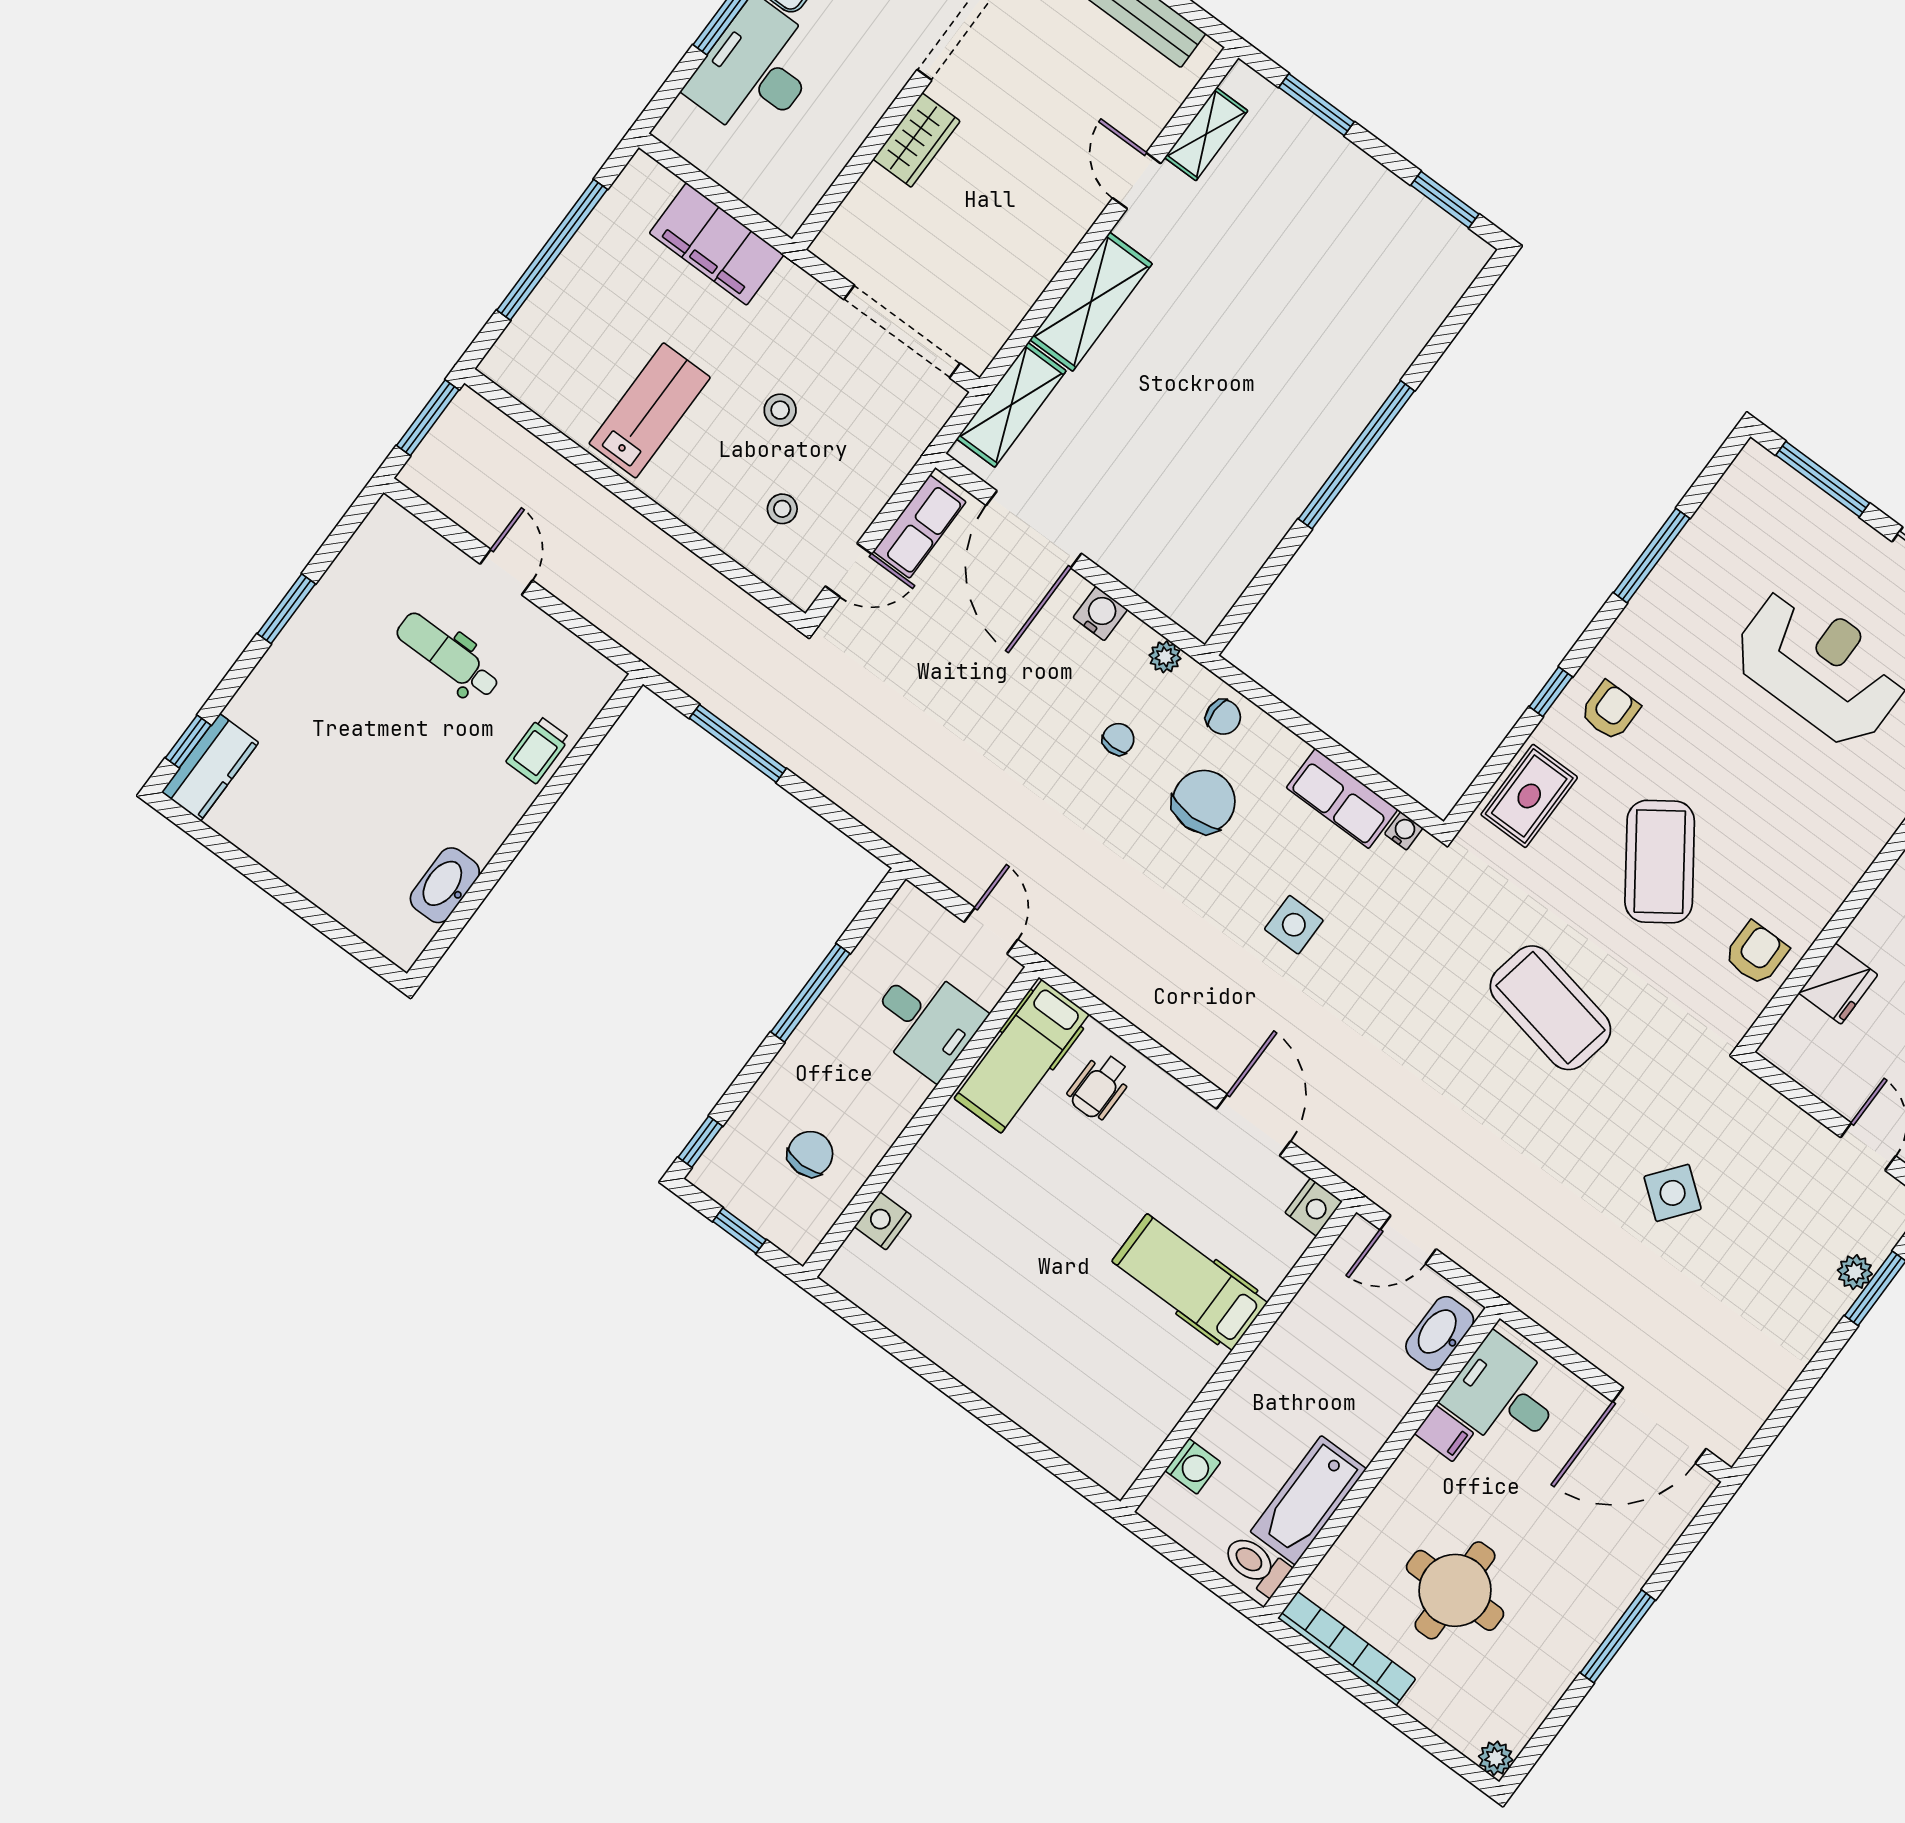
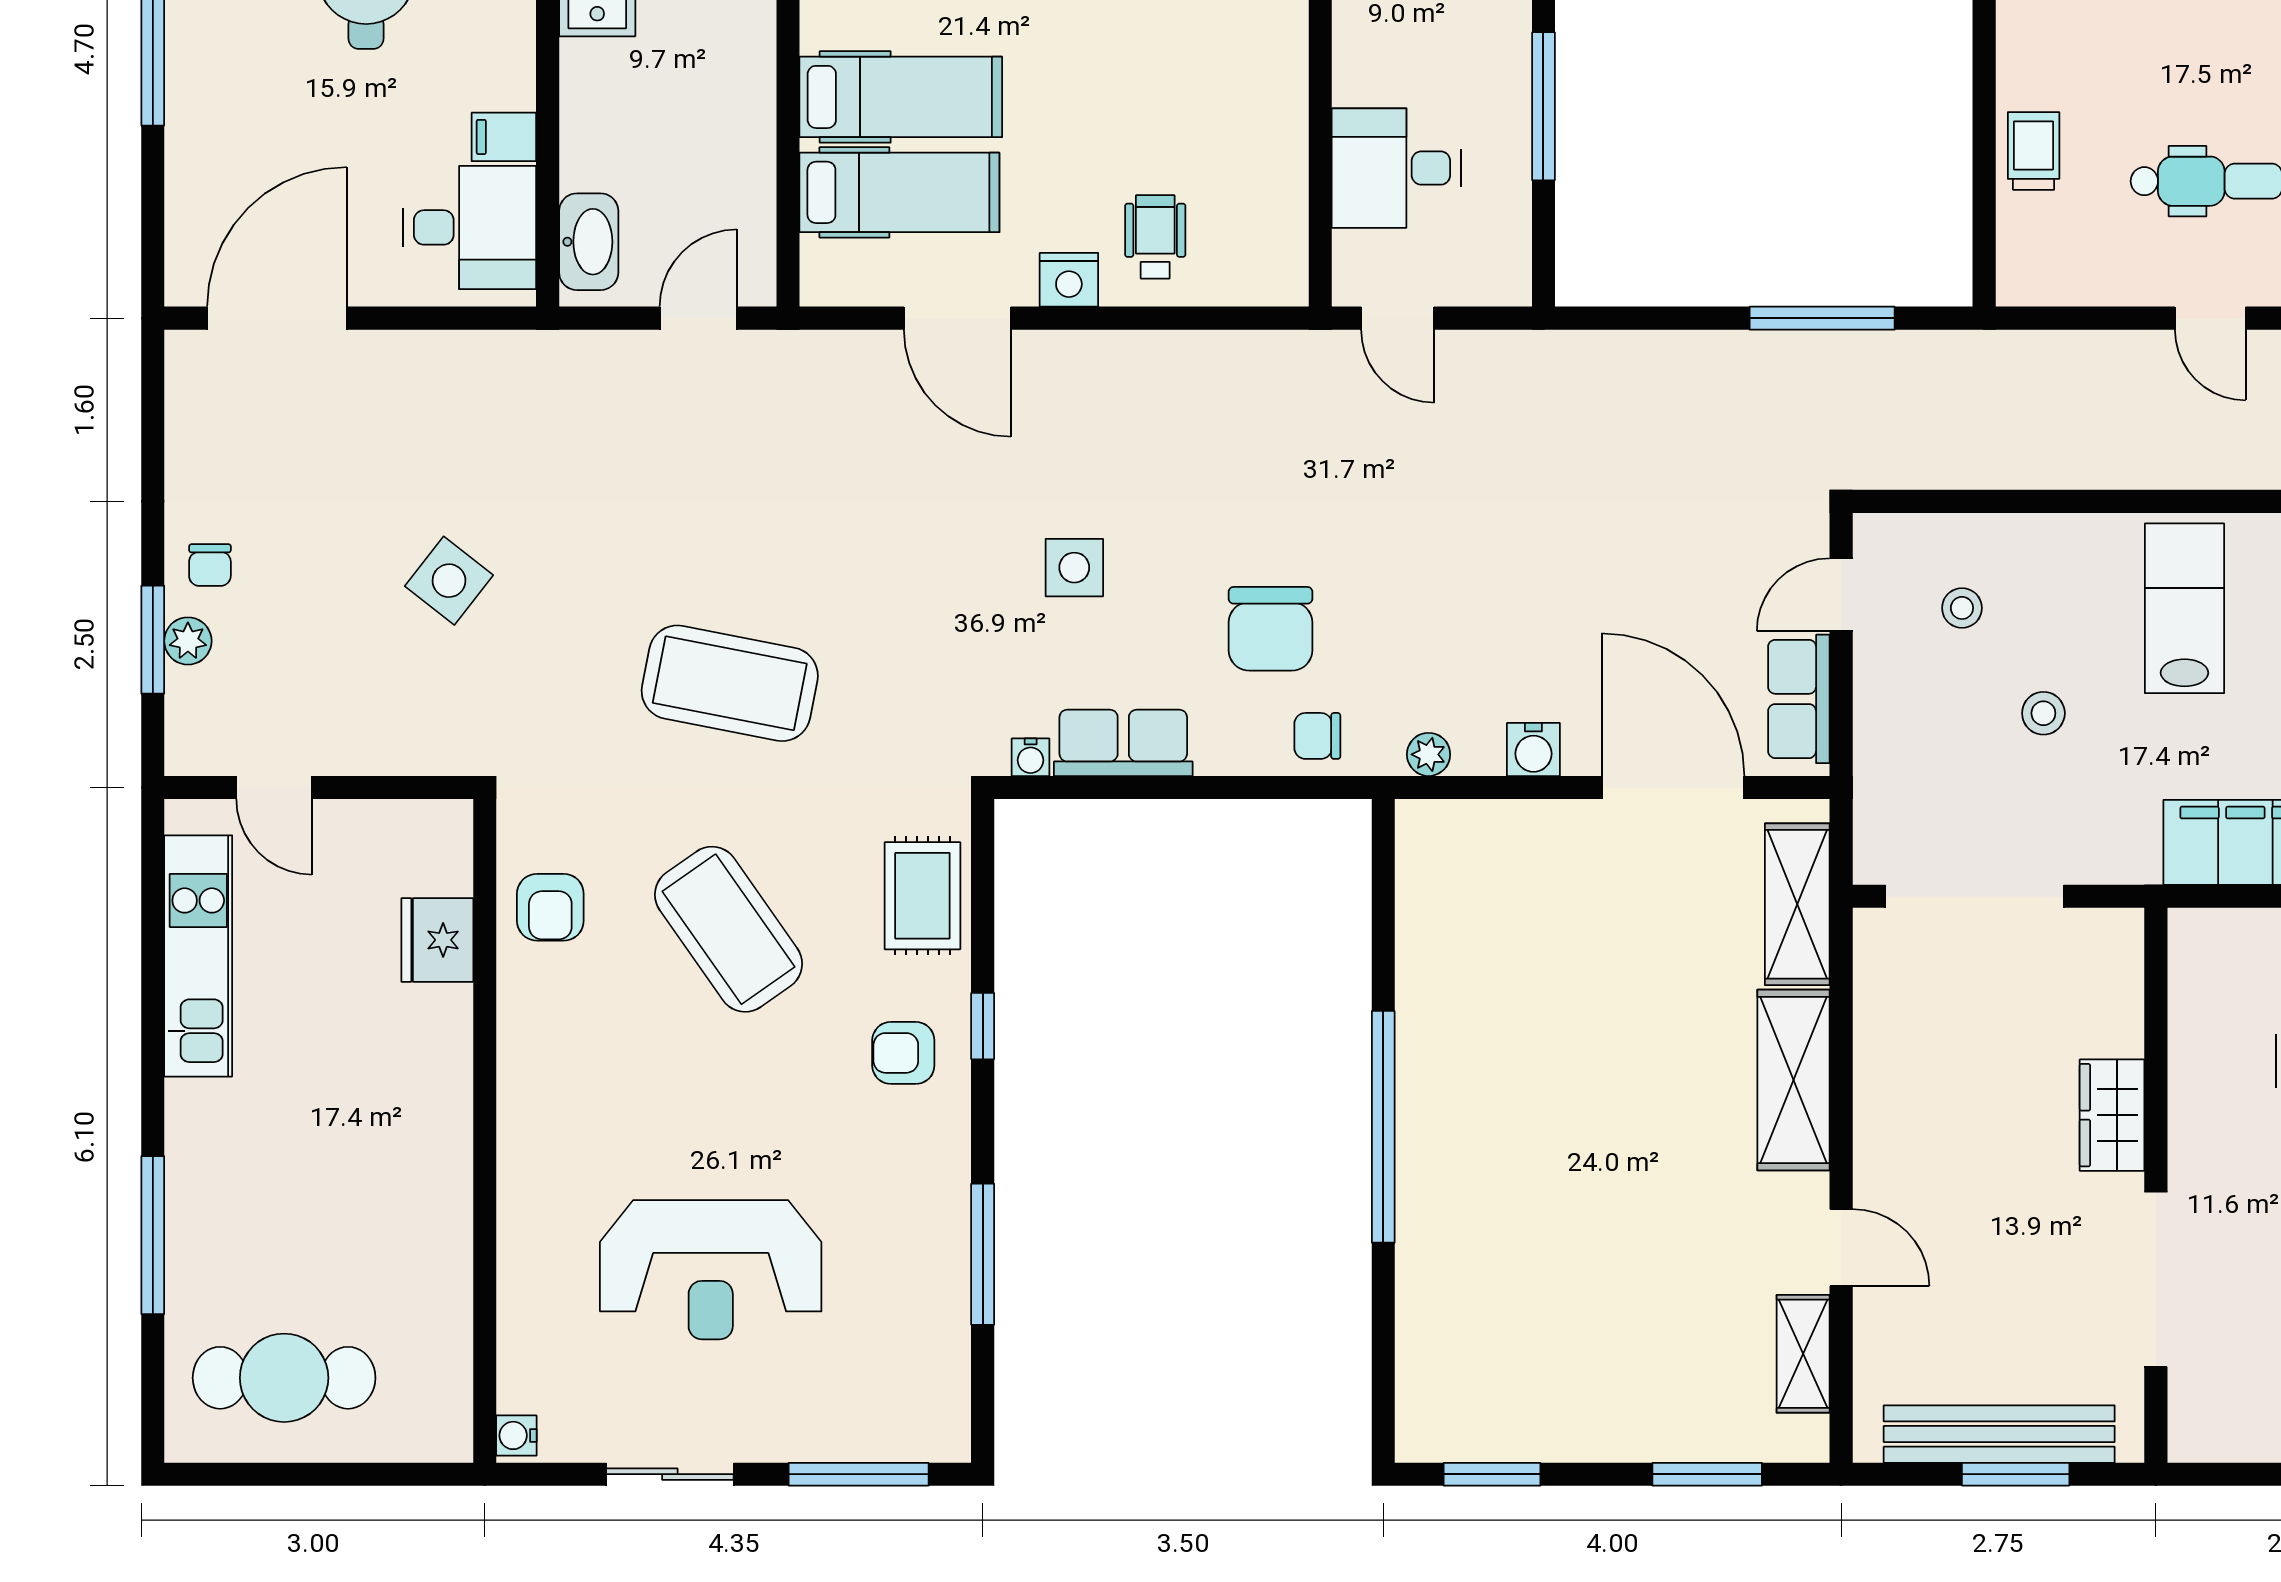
lab bench: (650, 410) -> (2184, 608), turned 180
armchair: (1610, 711) -> (903, 1053), turned 90
chair: (1118, 739) -> (210, 565), moved
hospital bed: (1022, 1056) -> (899, 192), moved, turned 90
nightstand: (1314, 1207) -> (1069, 280), moved, turned -90

